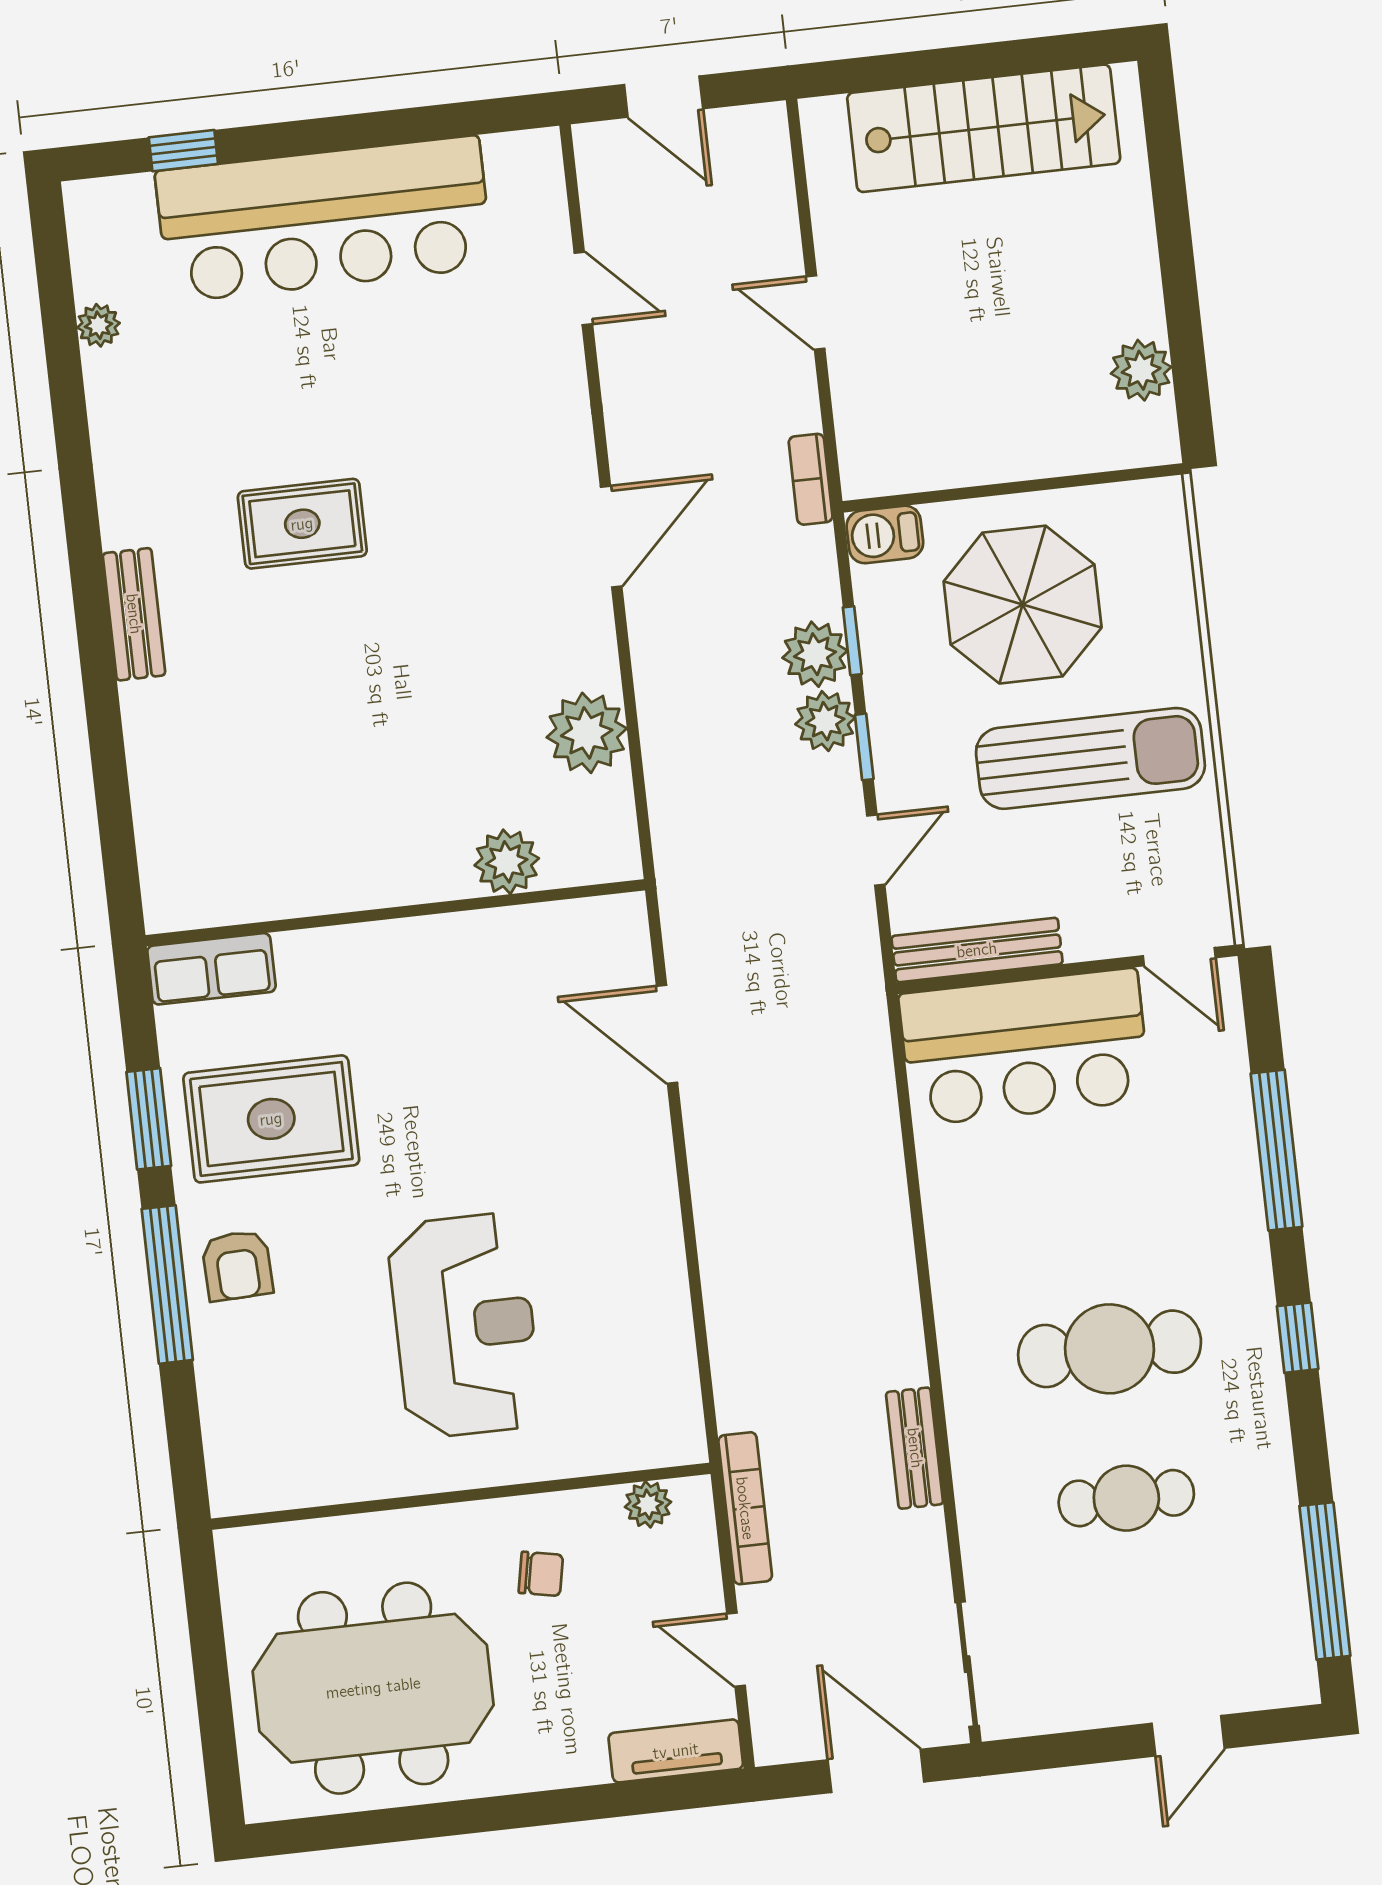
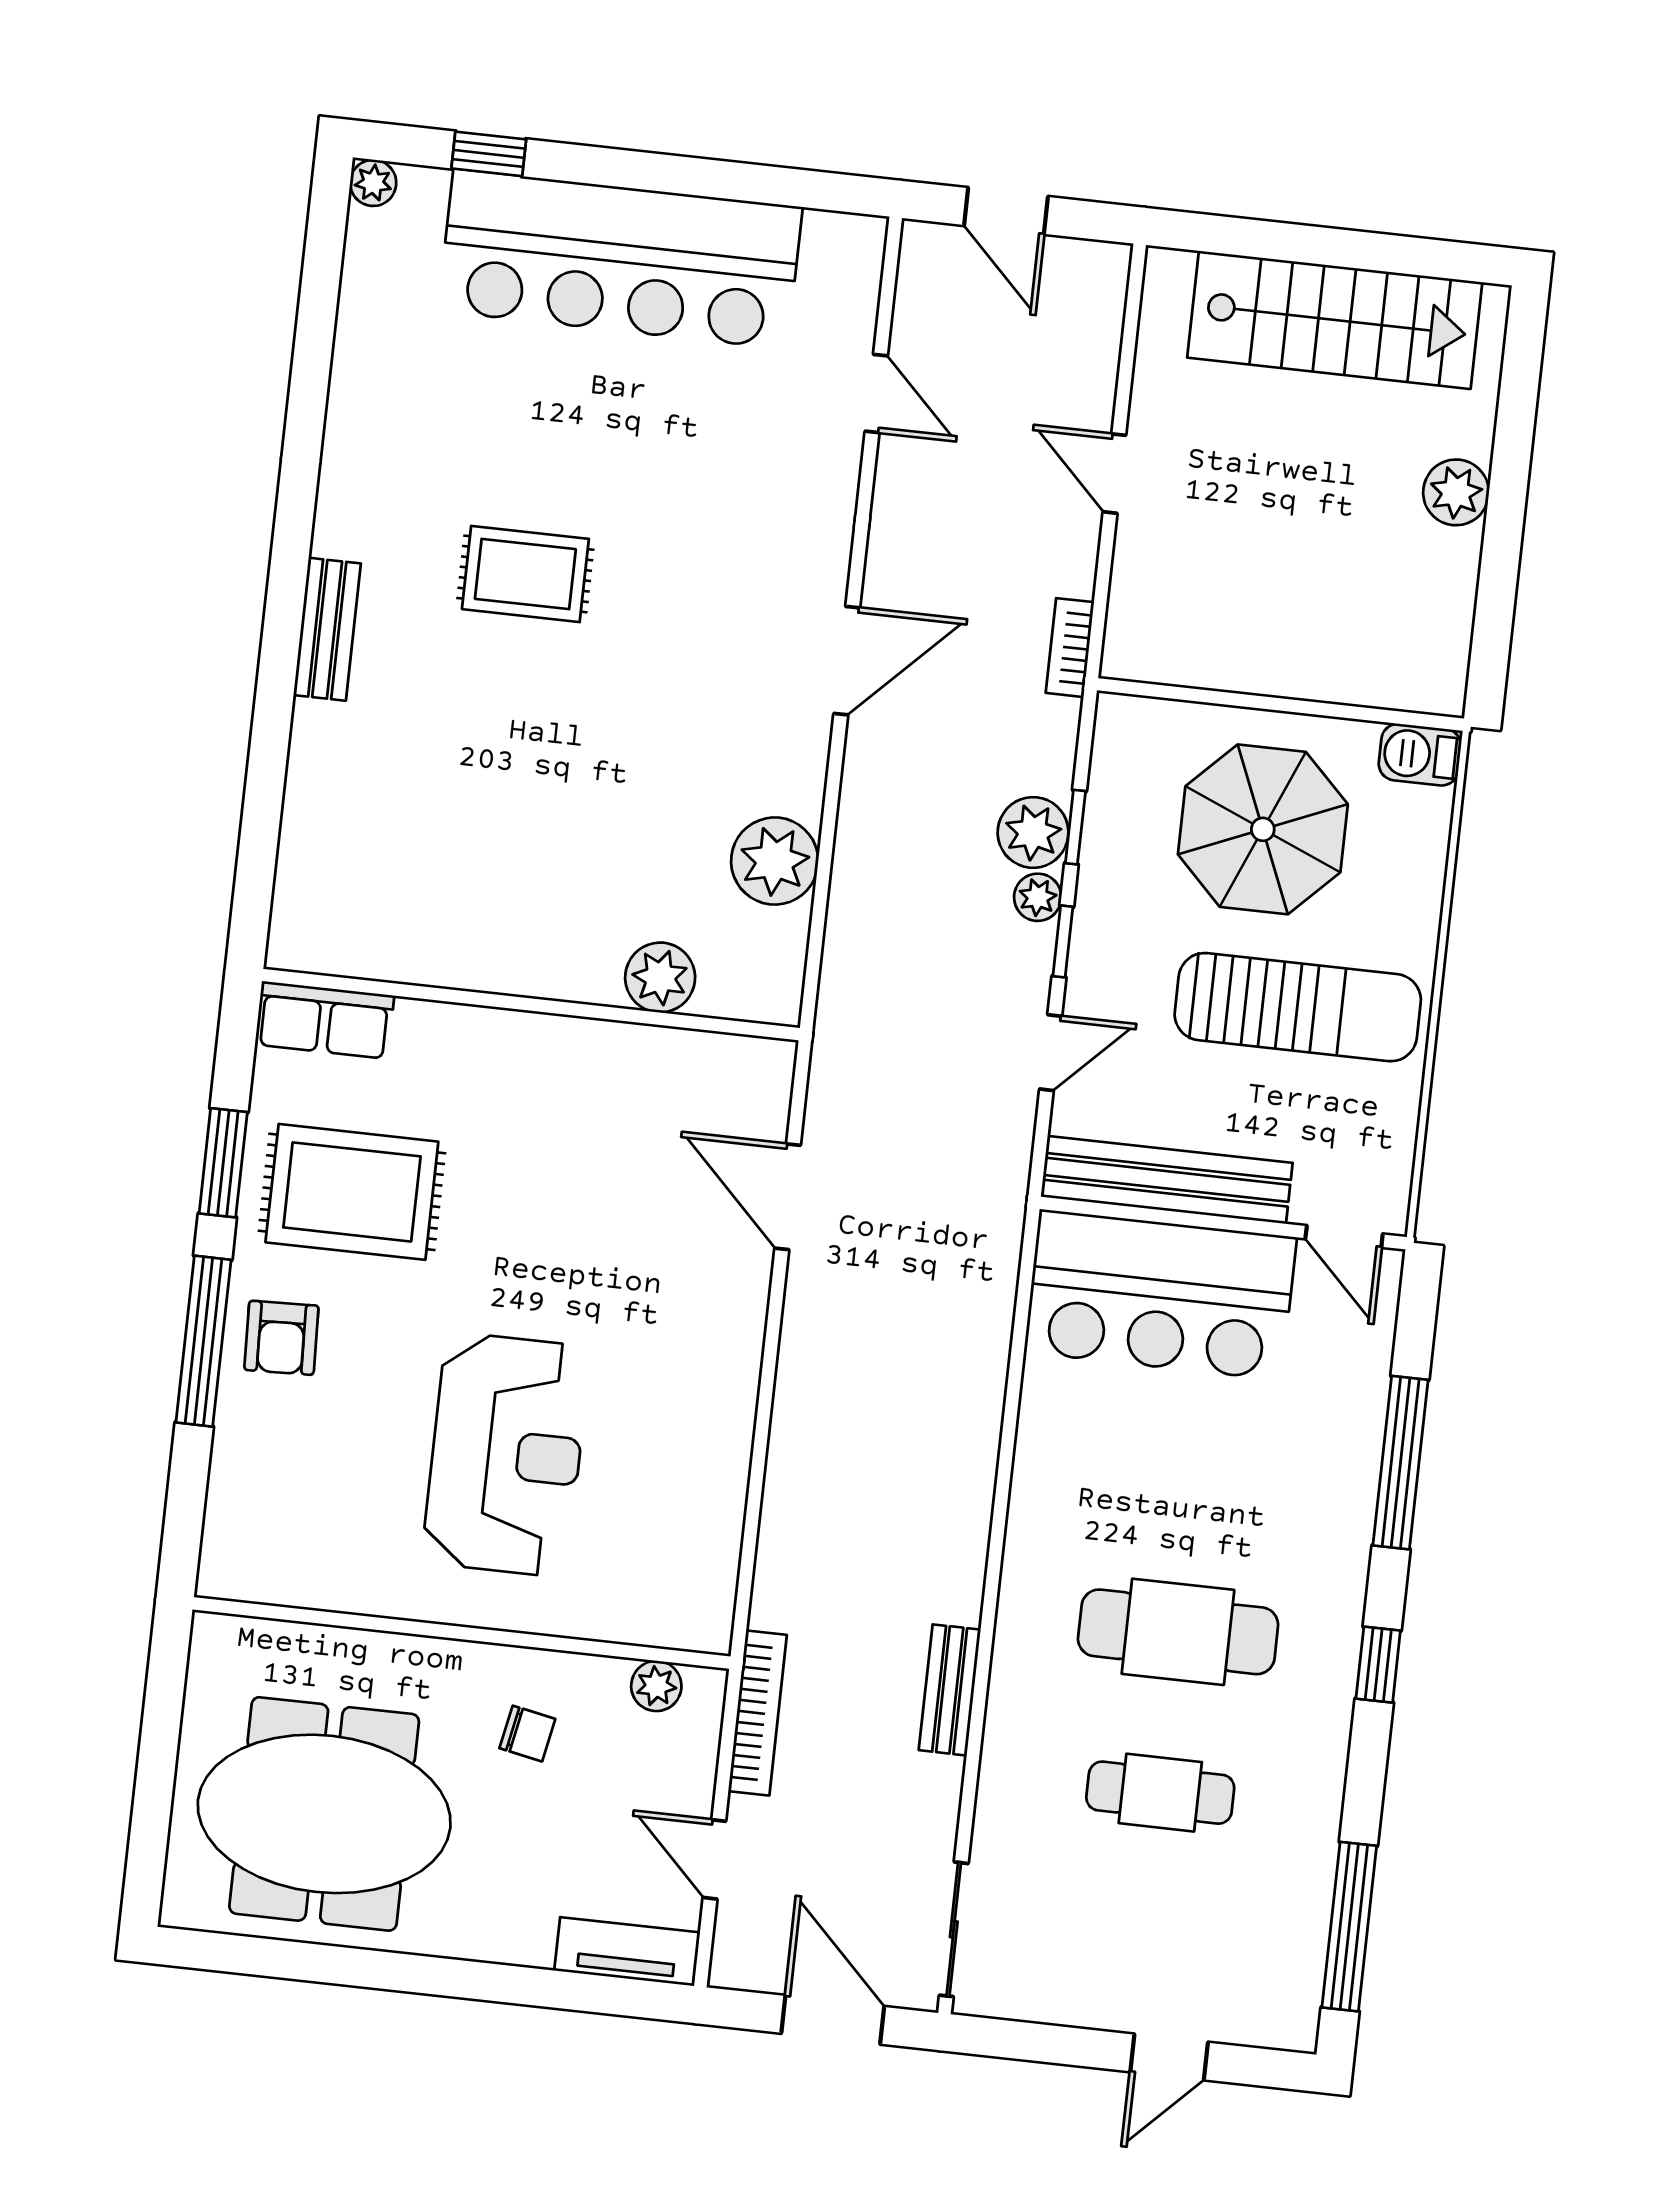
plant: (99, 325) -> (373, 183), moved
plant: (1141, 370) -> (1456, 492), moved
barbecue: (885, 534) -> (1420, 755), moved
plant: (825, 721) -> (1038, 897), width x0.73, depth x0.73
bench: (977, 950) -> (1167, 1180), width x1.37, depth x1.21

